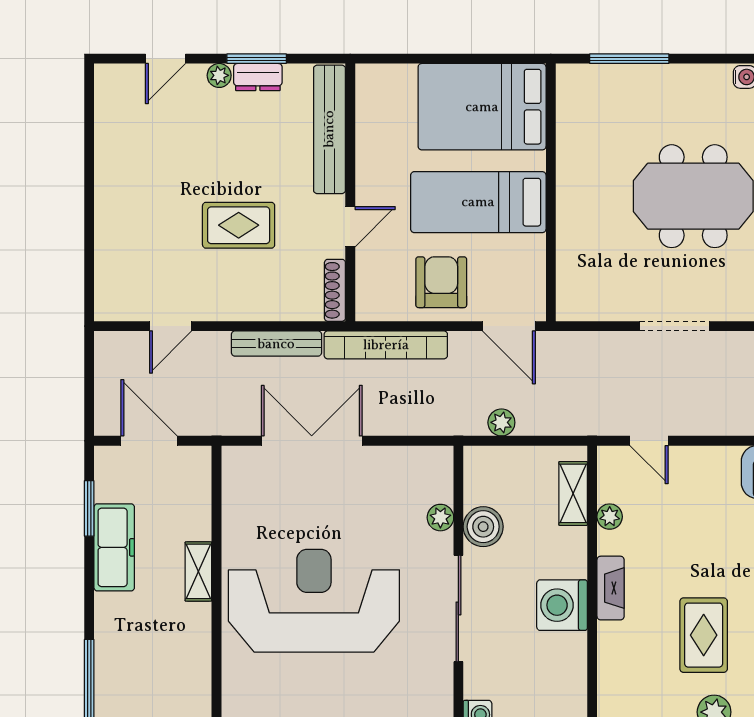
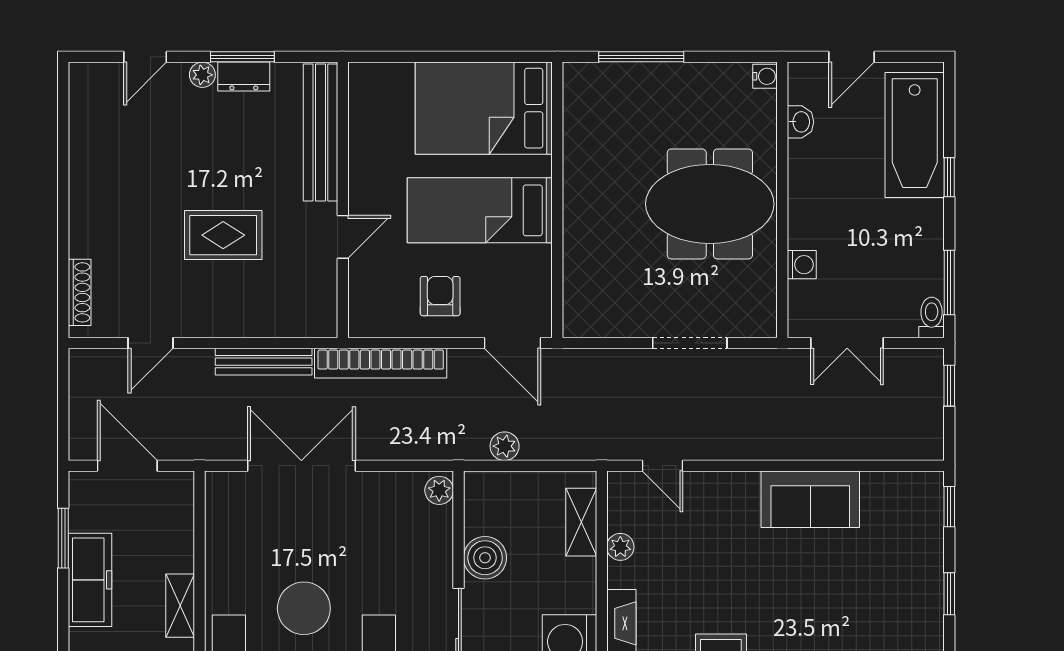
armchair: (441, 282) -> (440, 296), width x0.72, depth x0.72
shoe rack: (335, 290) -> (80, 292), moved, turned 180
plant: (440, 518) -> (439, 490), moved

